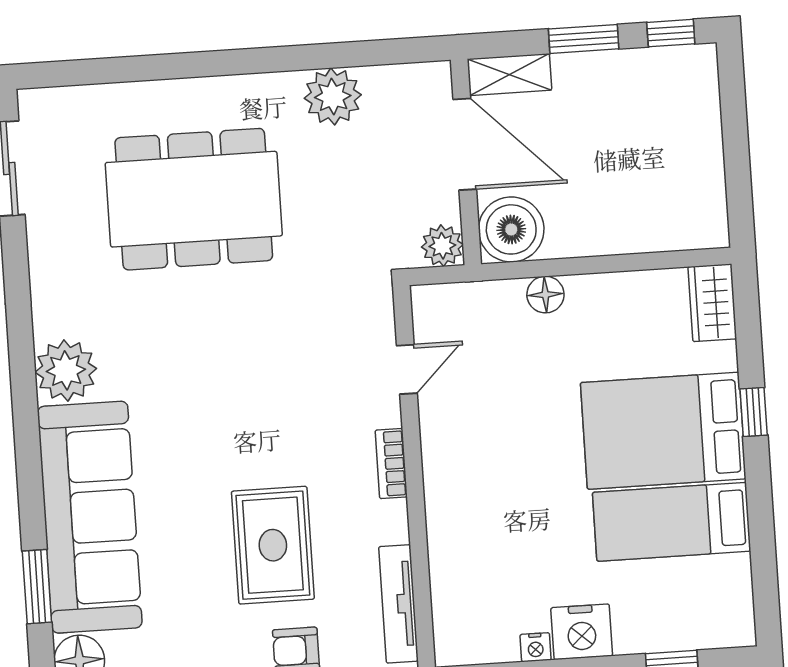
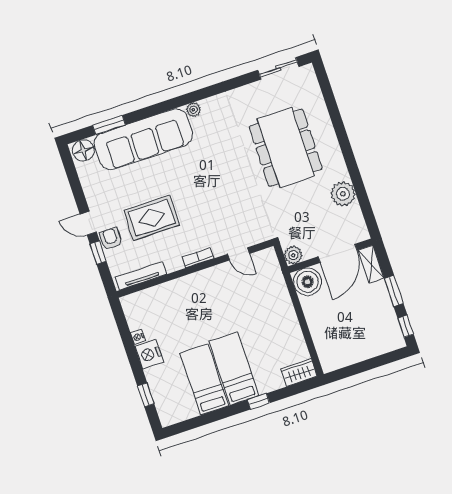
floor lamp: (545, 295) -> (284, 303), removed
plant: (66, 370) -> (193, 110), width x0.53, depth x0.53
bed: (663, 431) -> (234, 369), width x0.67

